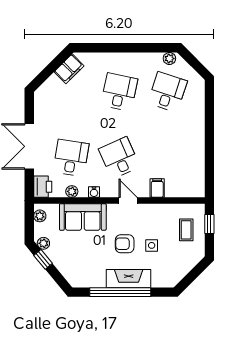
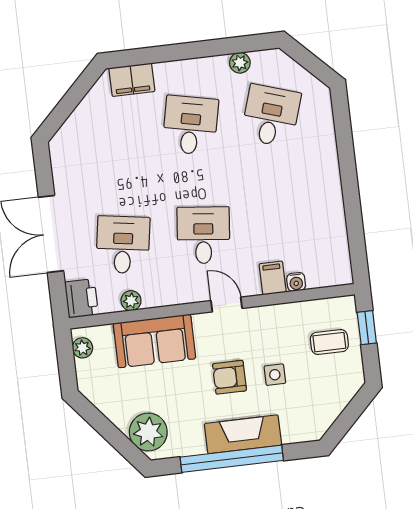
plant: (169, 59) -> (240, 63), moved
filing cabinet: (69, 69) -> (132, 80), moved, turned 45
desk: (119, 158) -> (203, 235), turned 30
water cooler: (94, 192) -> (296, 282), moved
coffee table: (186, 230) -> (329, 342), turned 90
plant: (43, 243) -> (148, 432), moved, width x1.87, depth x1.87
window: (43, 259) -> (97, 420), removed

